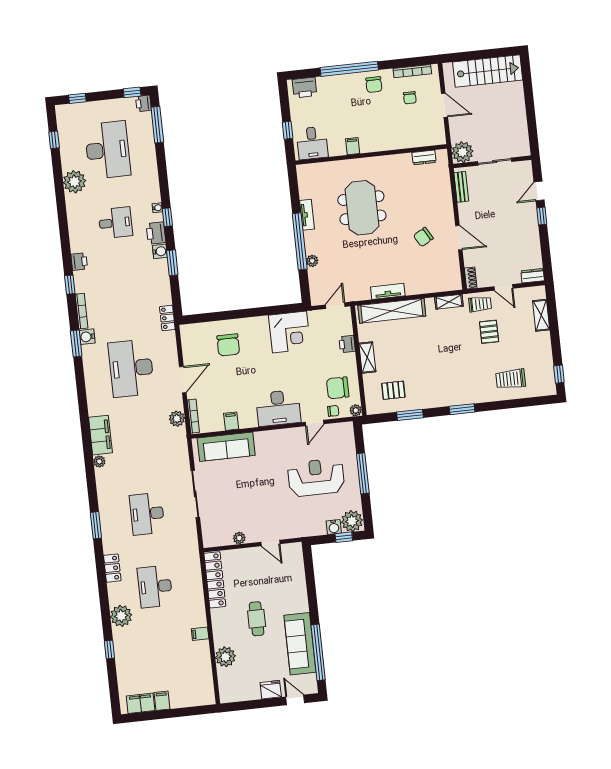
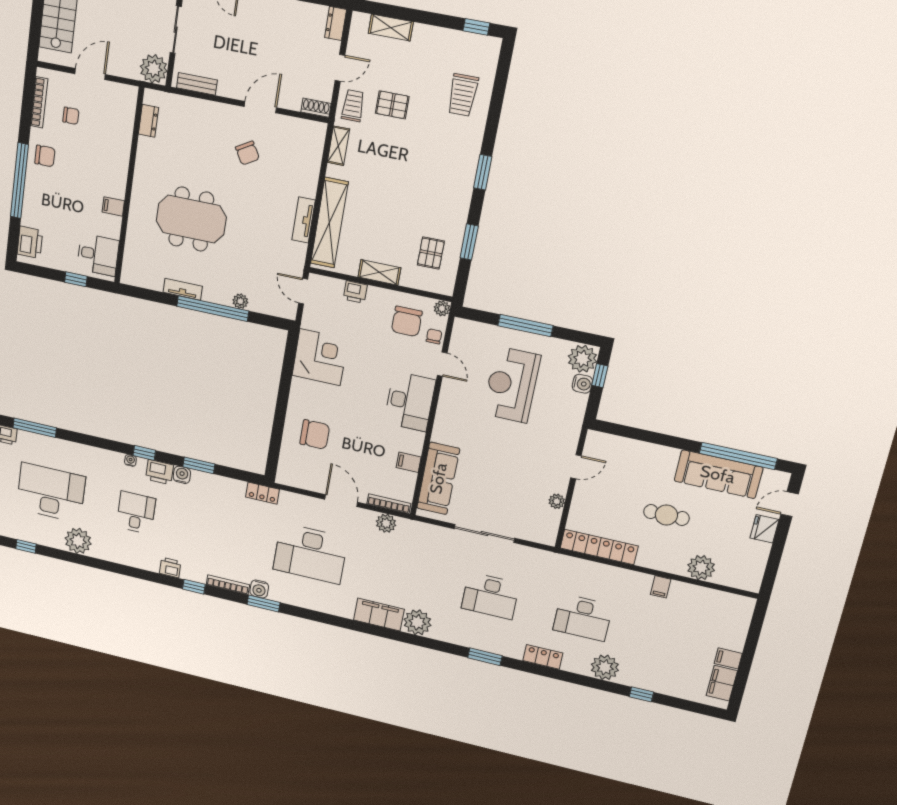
plant: (99, 461) -> (417, 622), width x1.88, depth x1.88

